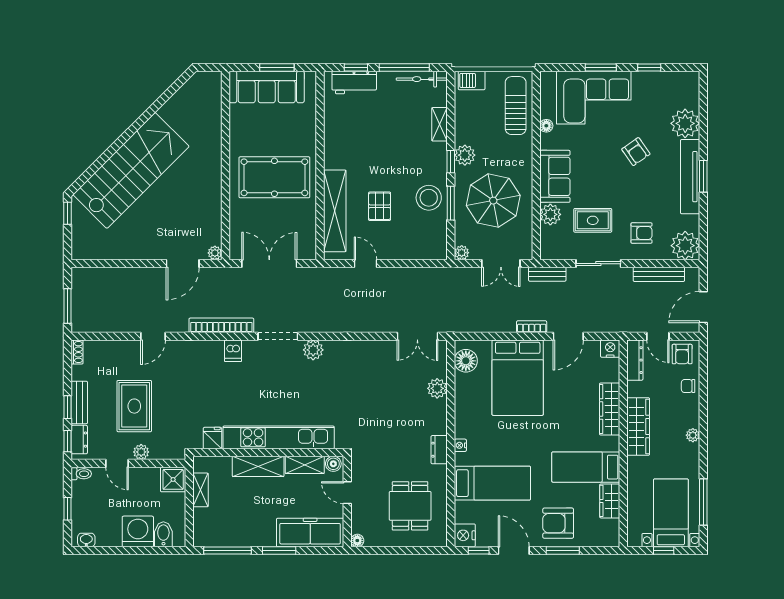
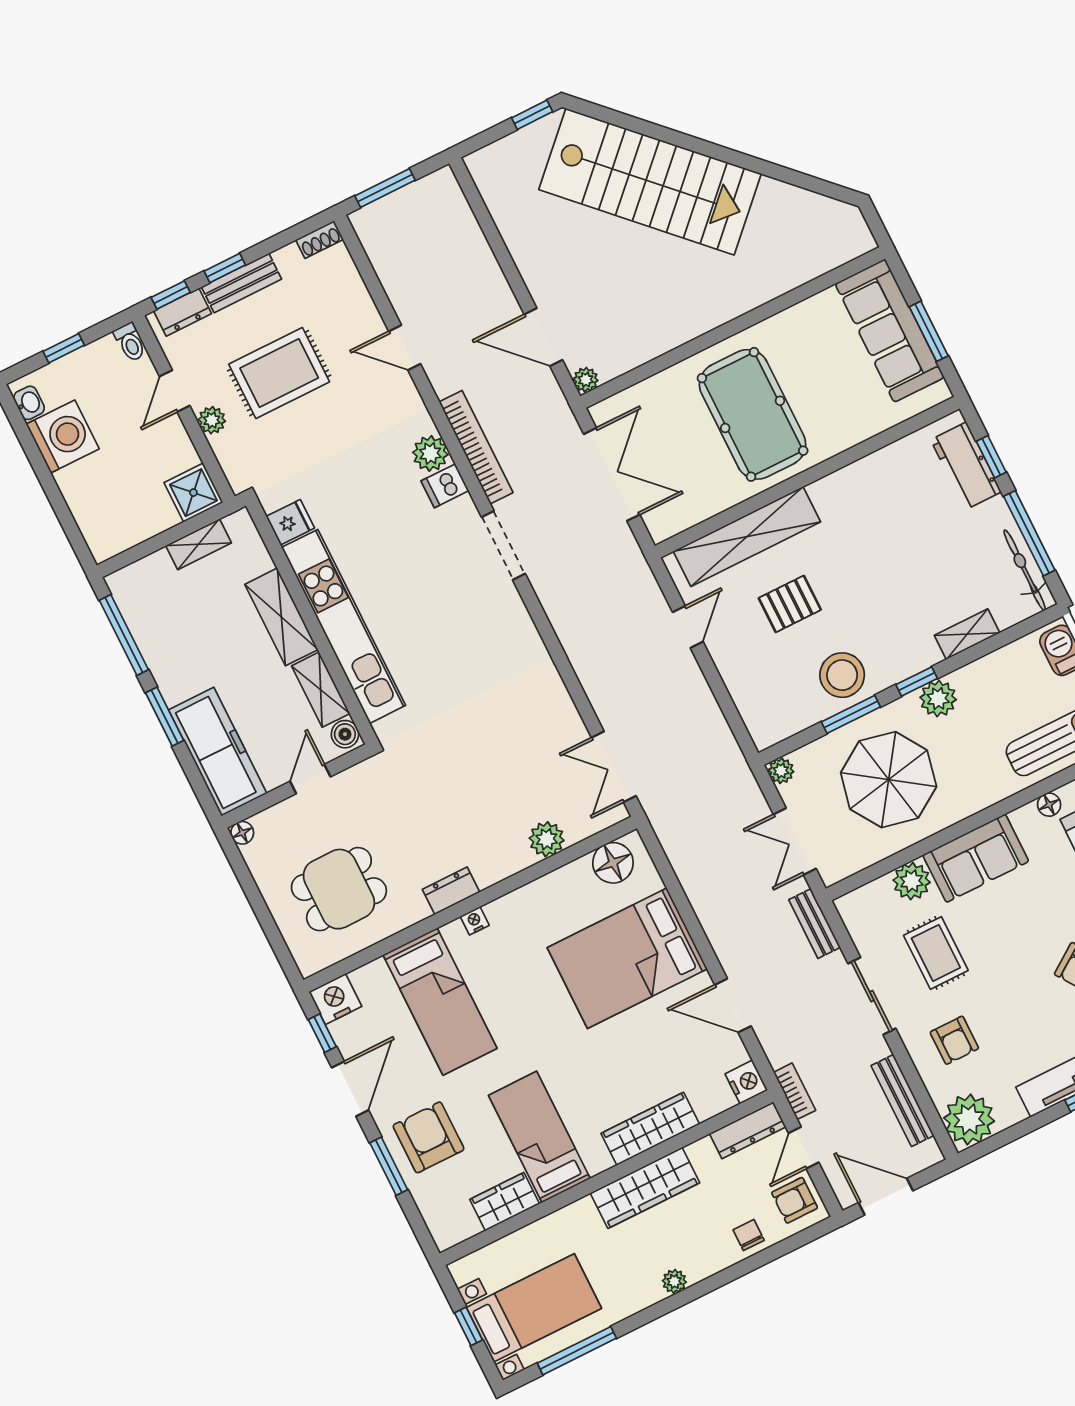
bookcase: (532, 327) -> (795, 1091), moved
plant: (313, 350) -> (430, 453), moved
washing machine: (138, 531) -> (63, 437), moved
bidet: (163, 534) -> (99, 521), removed

